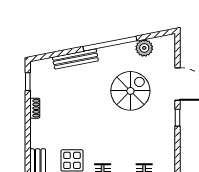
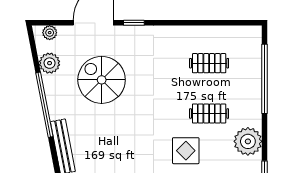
plant: (169, 48) -> (50, 33), added

